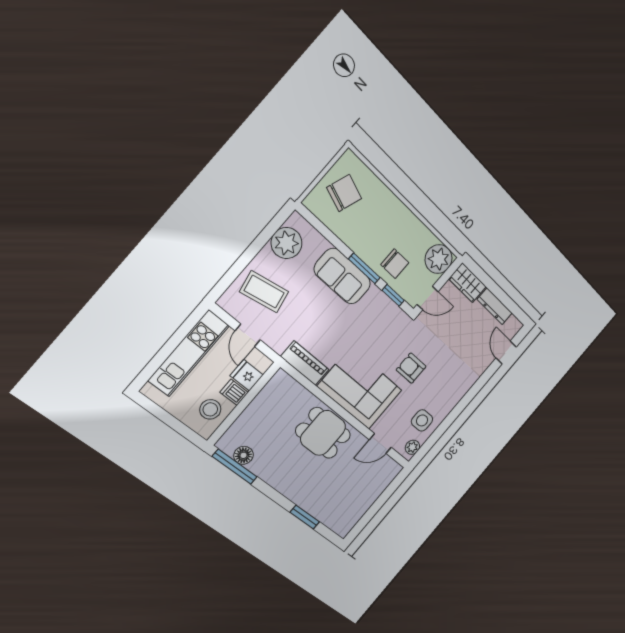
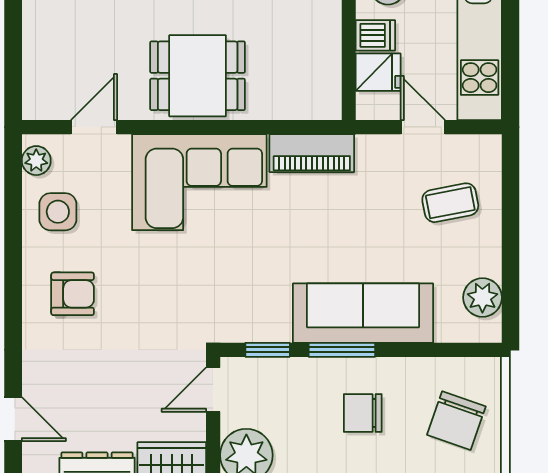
plant: (287, 243) -> (482, 298), width x0.73, depth x0.73
chair: (395, 264) -> (363, 413), moved
sofa: (342, 276) -> (363, 313), width x1.36
coffee table: (264, 292) -> (450, 203), width x0.73, depth x0.77
armchair: (411, 368) -> (73, 294), moved

